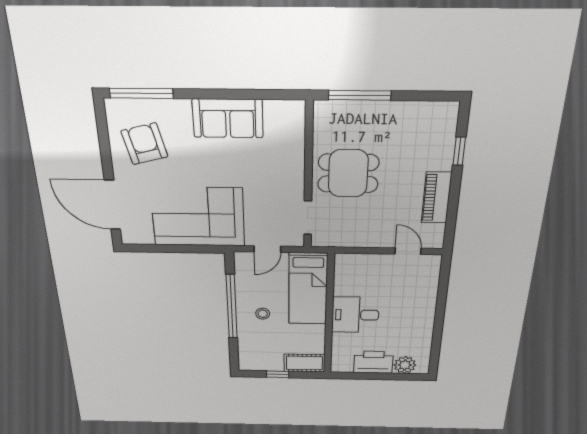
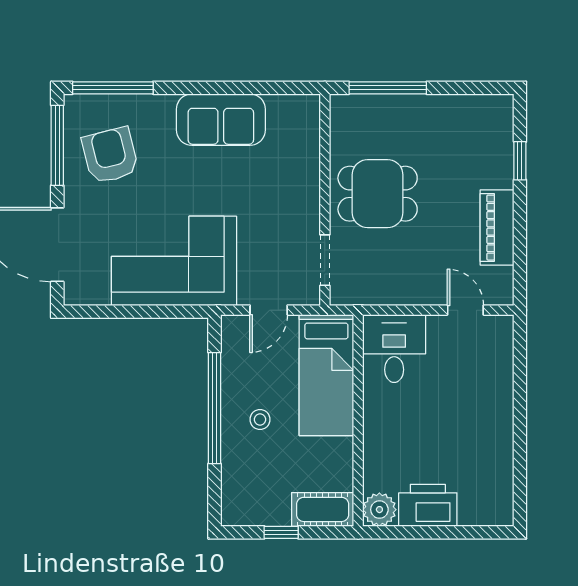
window: (103, 136) -> (57, 145), added
desk: (355, 315) -> (394, 349), moved, turned 90
plant: (405, 365) -> (379, 510), moved

